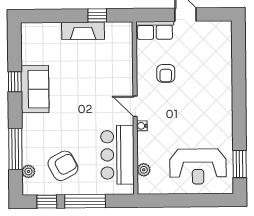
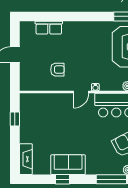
row of seats: (155, 30) -> (49, 28), moved, turned 90
fireplace: (83, 31) -> (26, 159), moved

